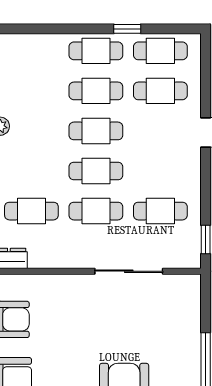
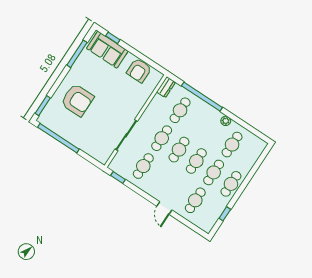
window: (127, 29) -> (225, 214), moved
cafe table: (160, 51) -> (232, 145), moved

